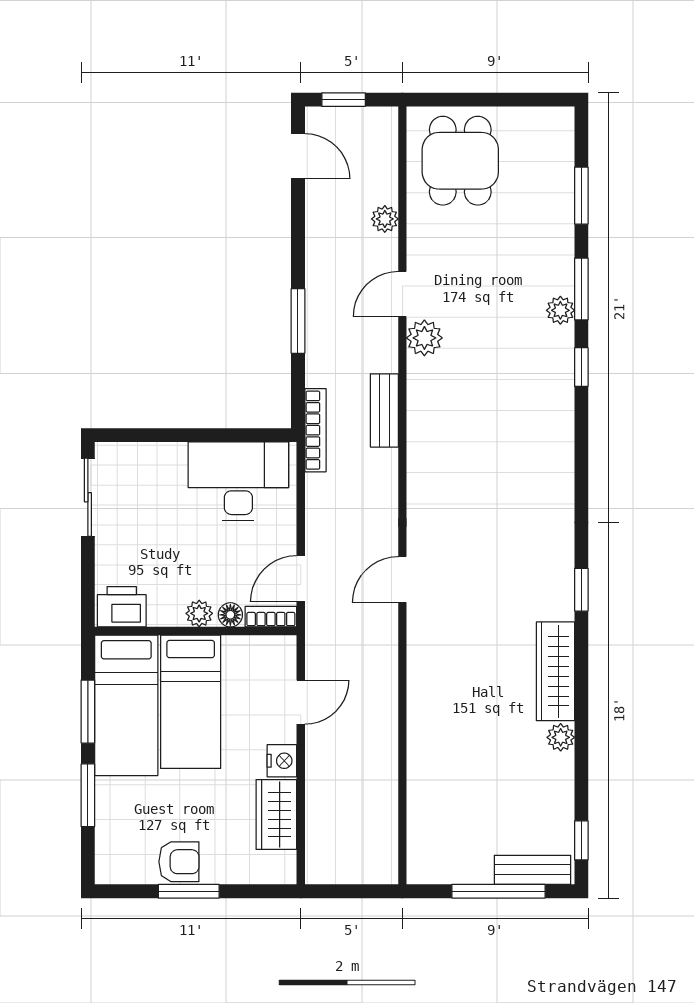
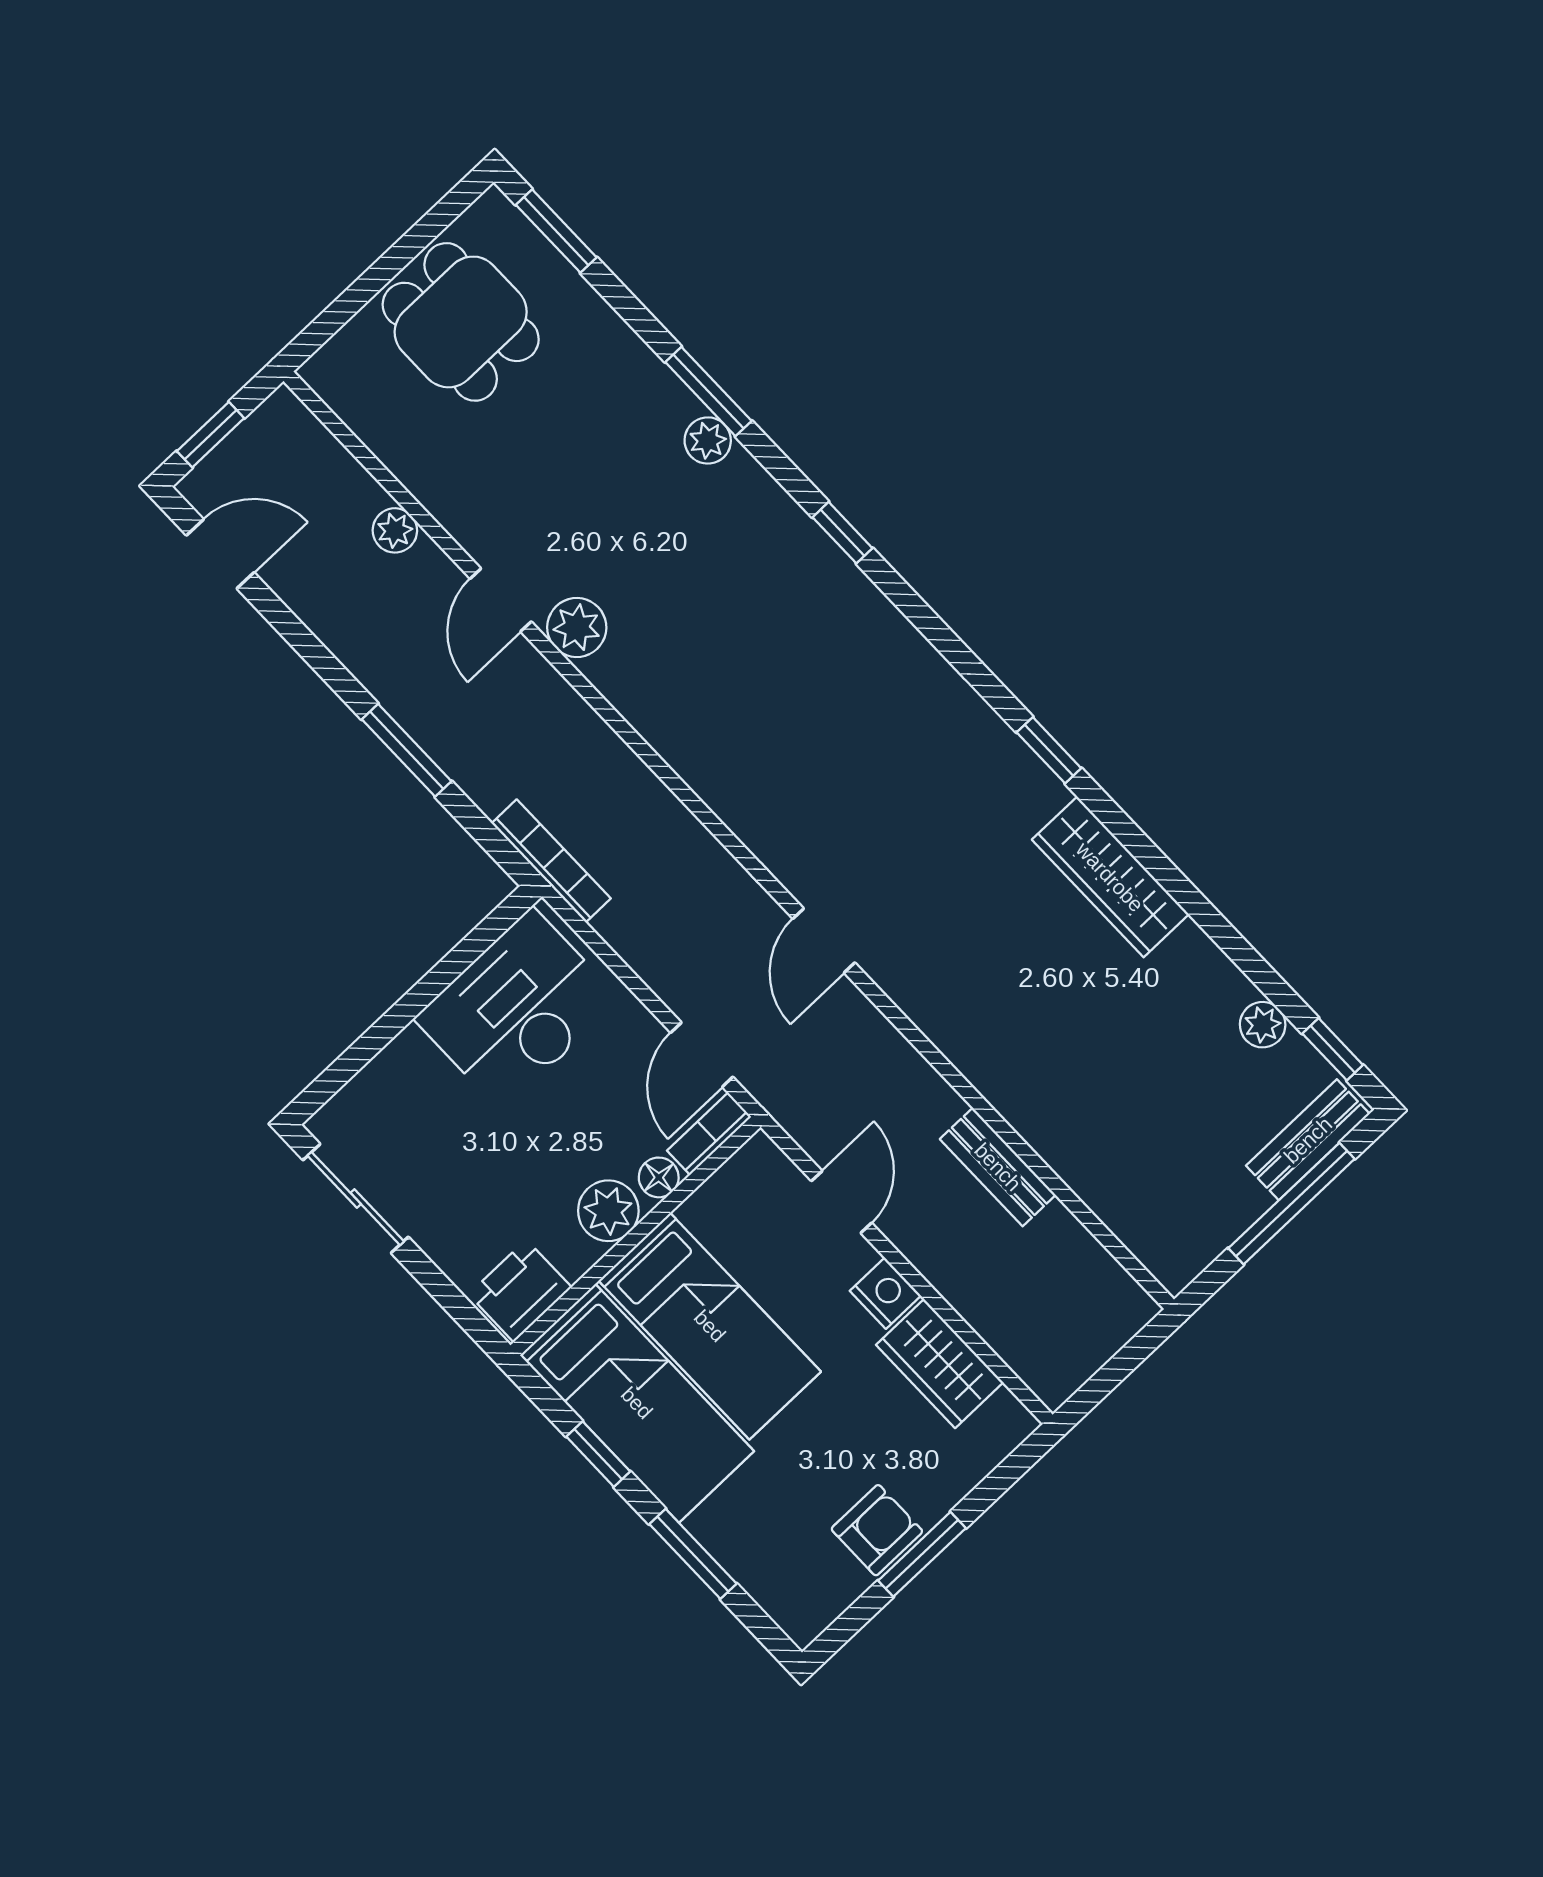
dining table: (460, 161) -> (461, 322), moved
window: (581, 196) -> (556, 231), moved
window: (581, 367) -> (842, 533), moved
bench: (384, 410) -> (998, 1167), moved
plant: (199, 613) -> (608, 1211), width x1.38, depth x1.38
window: (88, 712) -> (598, 1454), width x0.67
plant: (561, 737) -> (1263, 1025), moved

